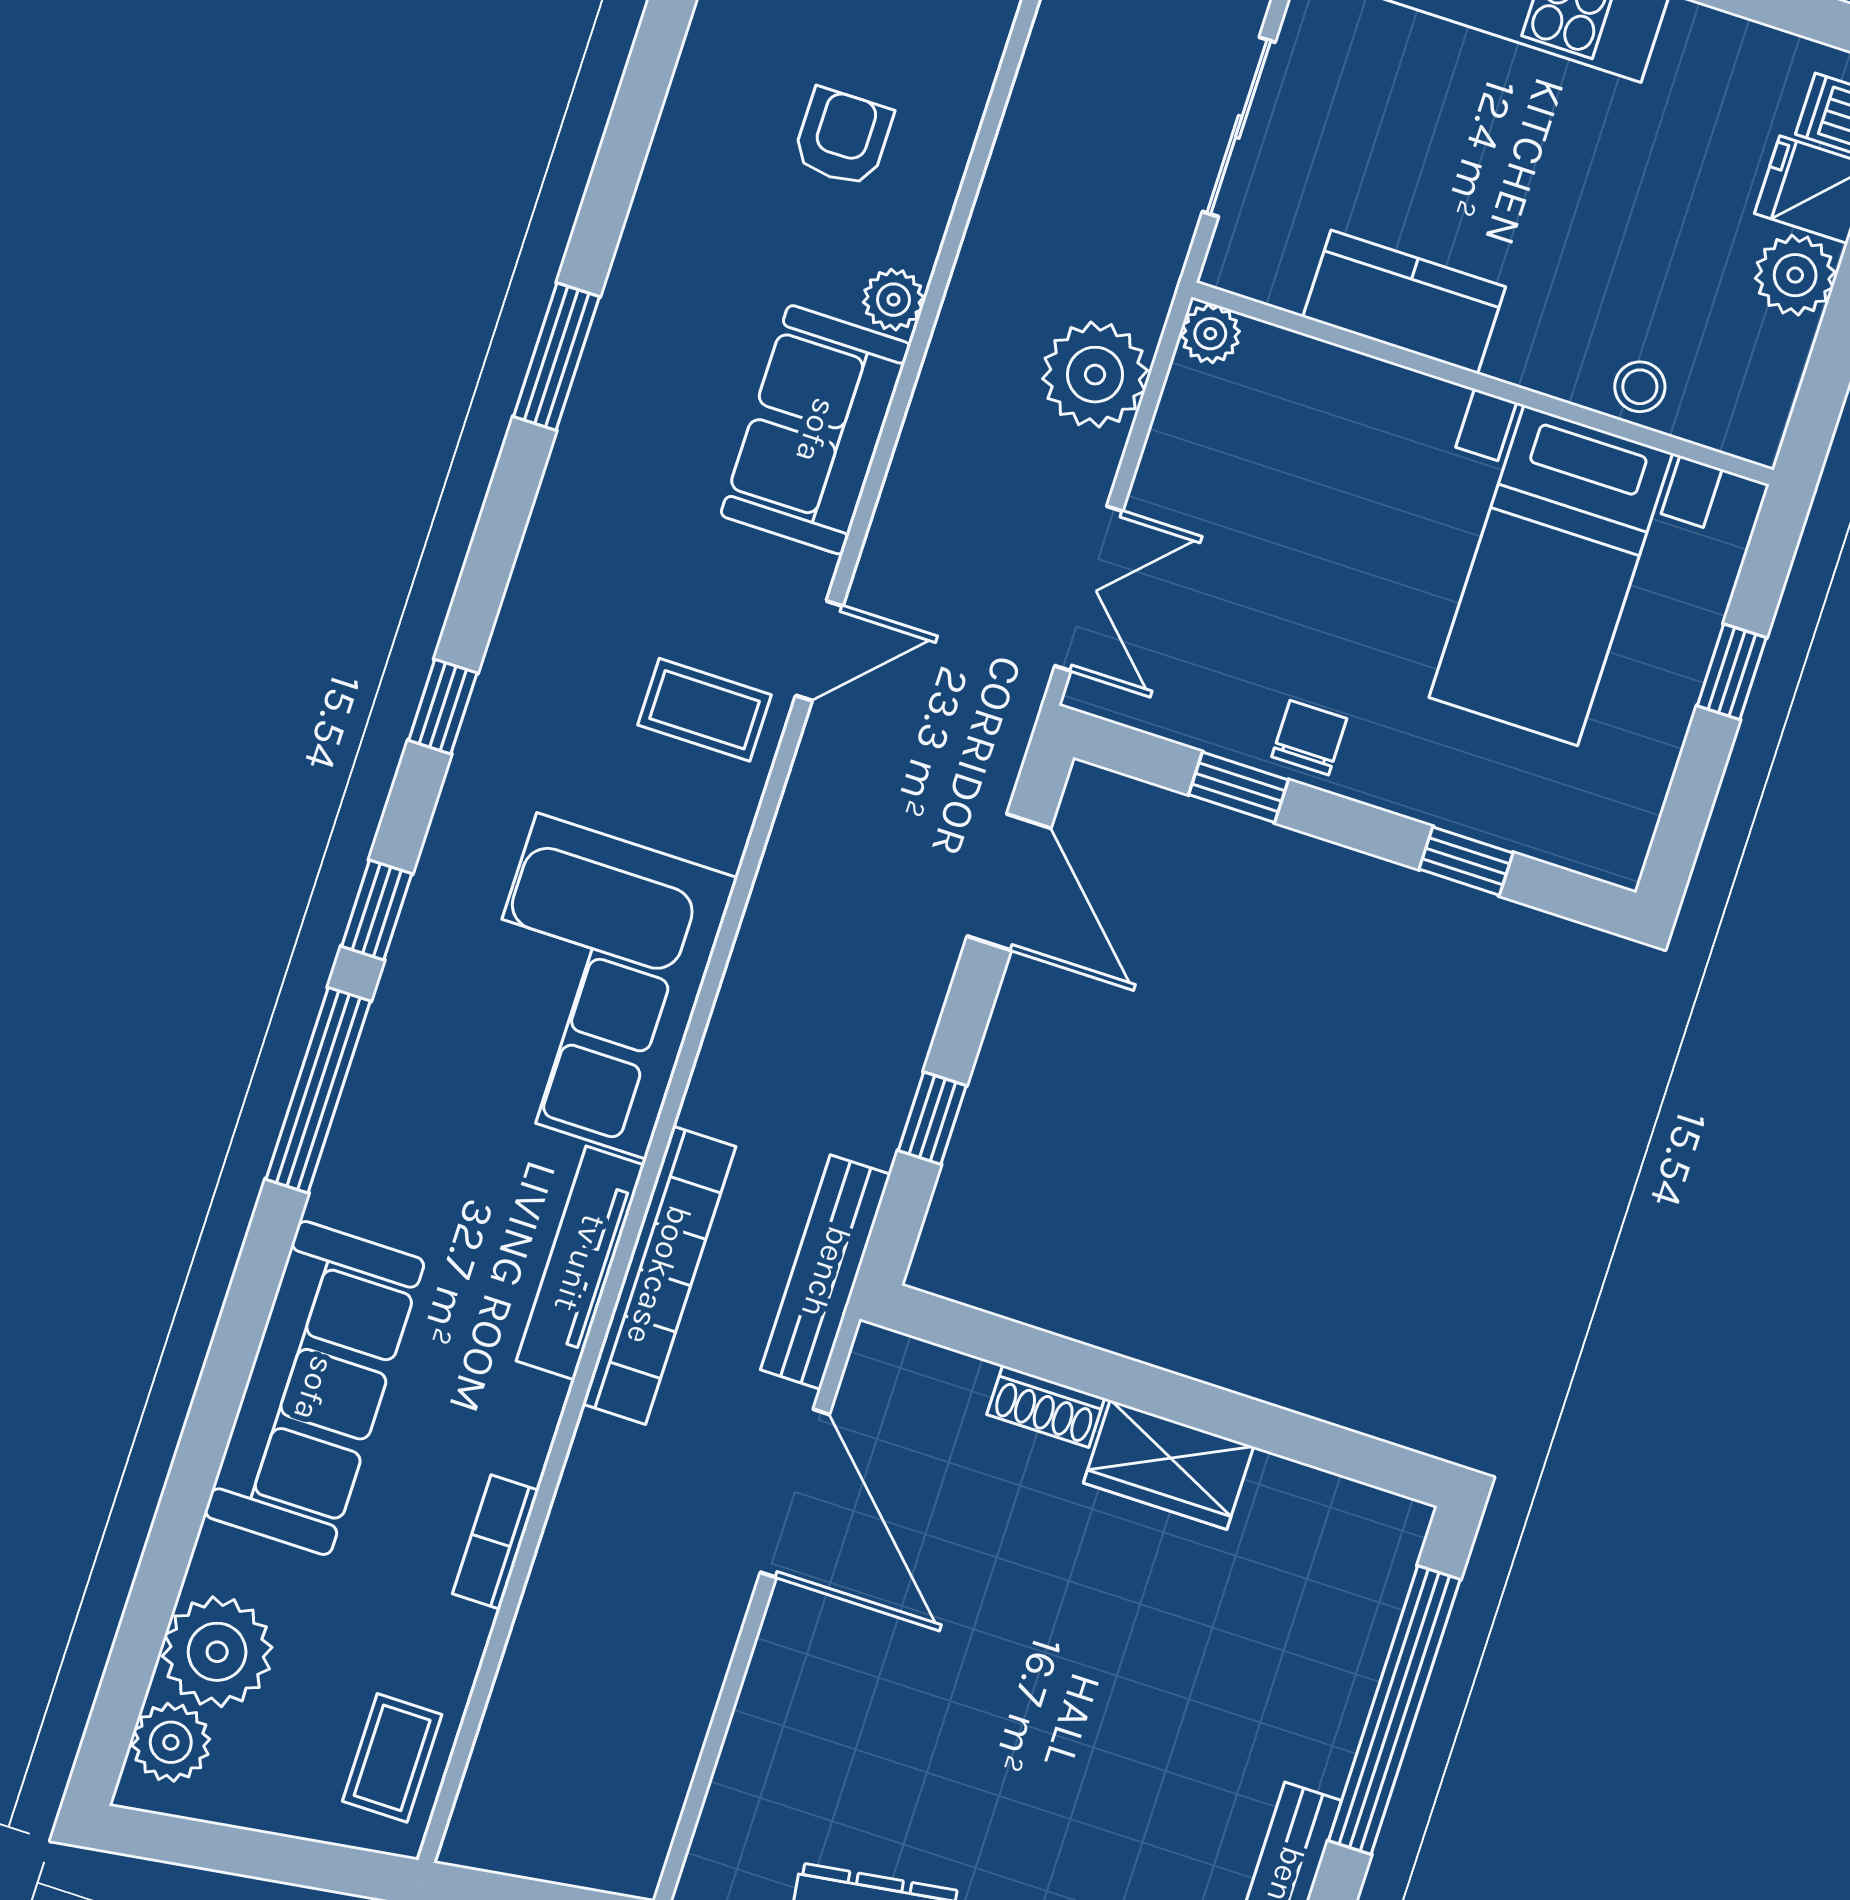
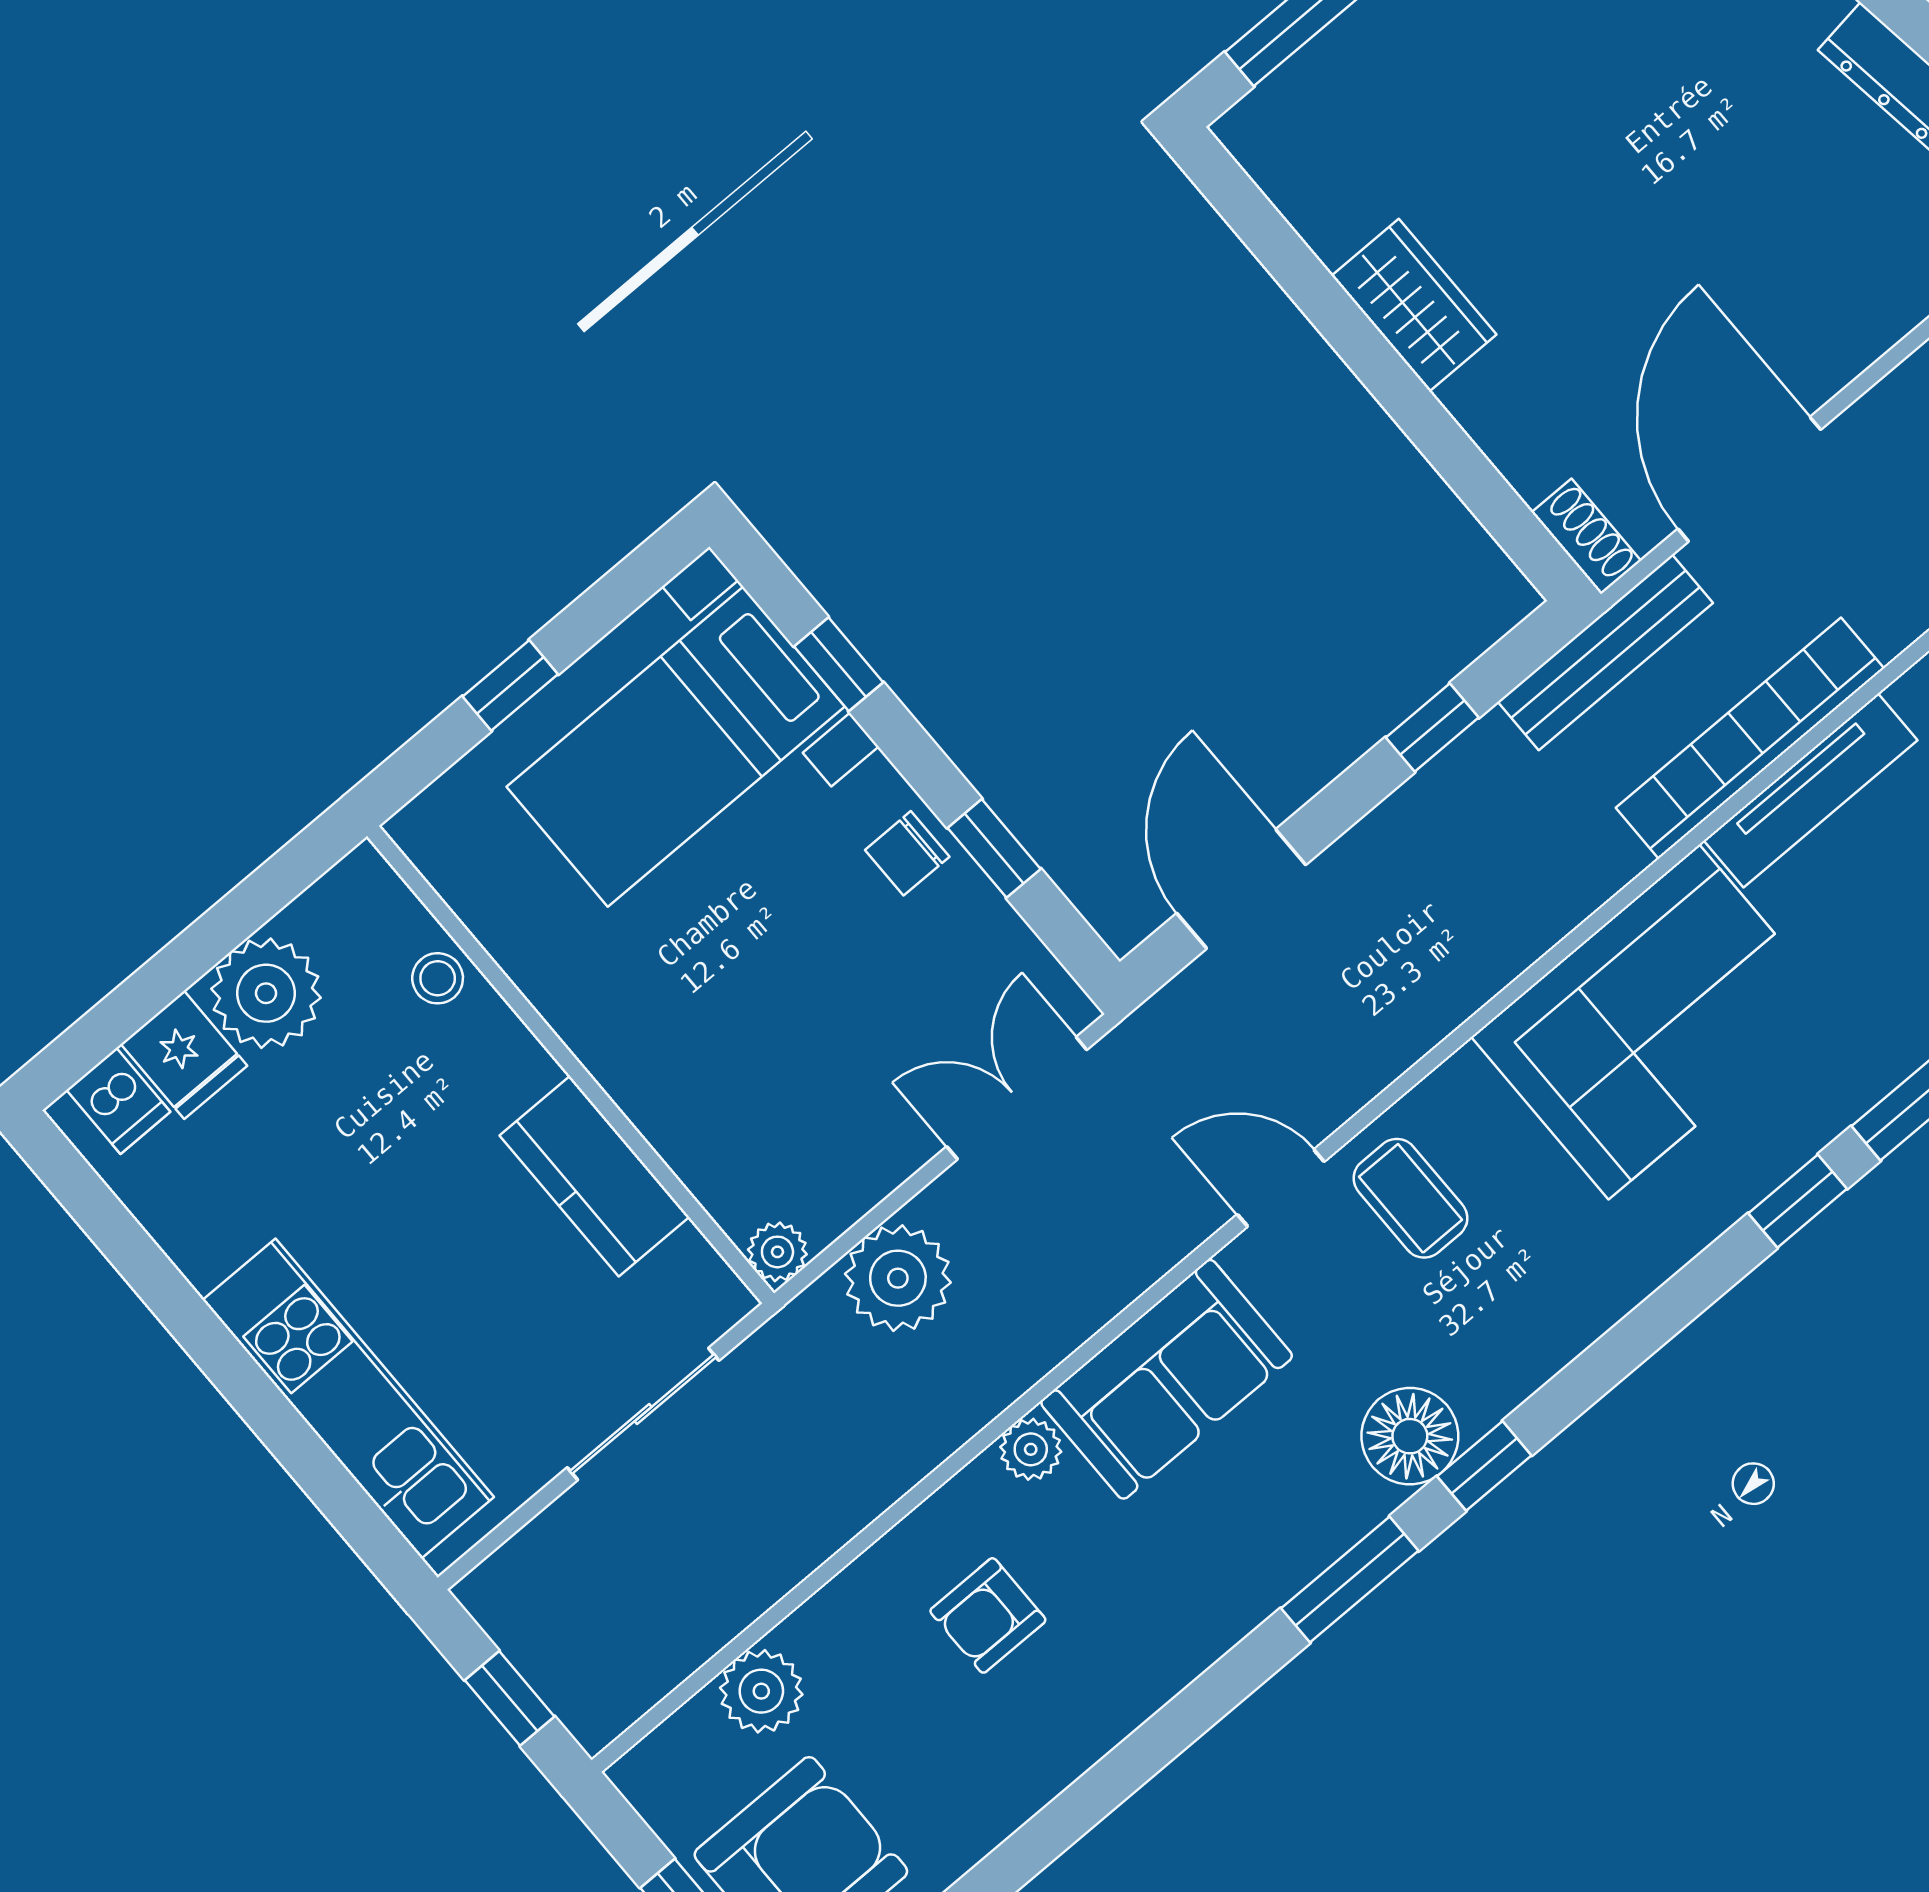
plant: (1795, 275) -> (266, 993), width x1.36, depth x1.36
floor lamp: (581, 509) -> (1410, 1436), added
bed with nightstands: (1551, 575) -> (676, 747), moved, turned 180
window: (443, 707) -> (1484, 1466), moved
shoe rack: (1046, 1406) -> (1586, 536), moved

